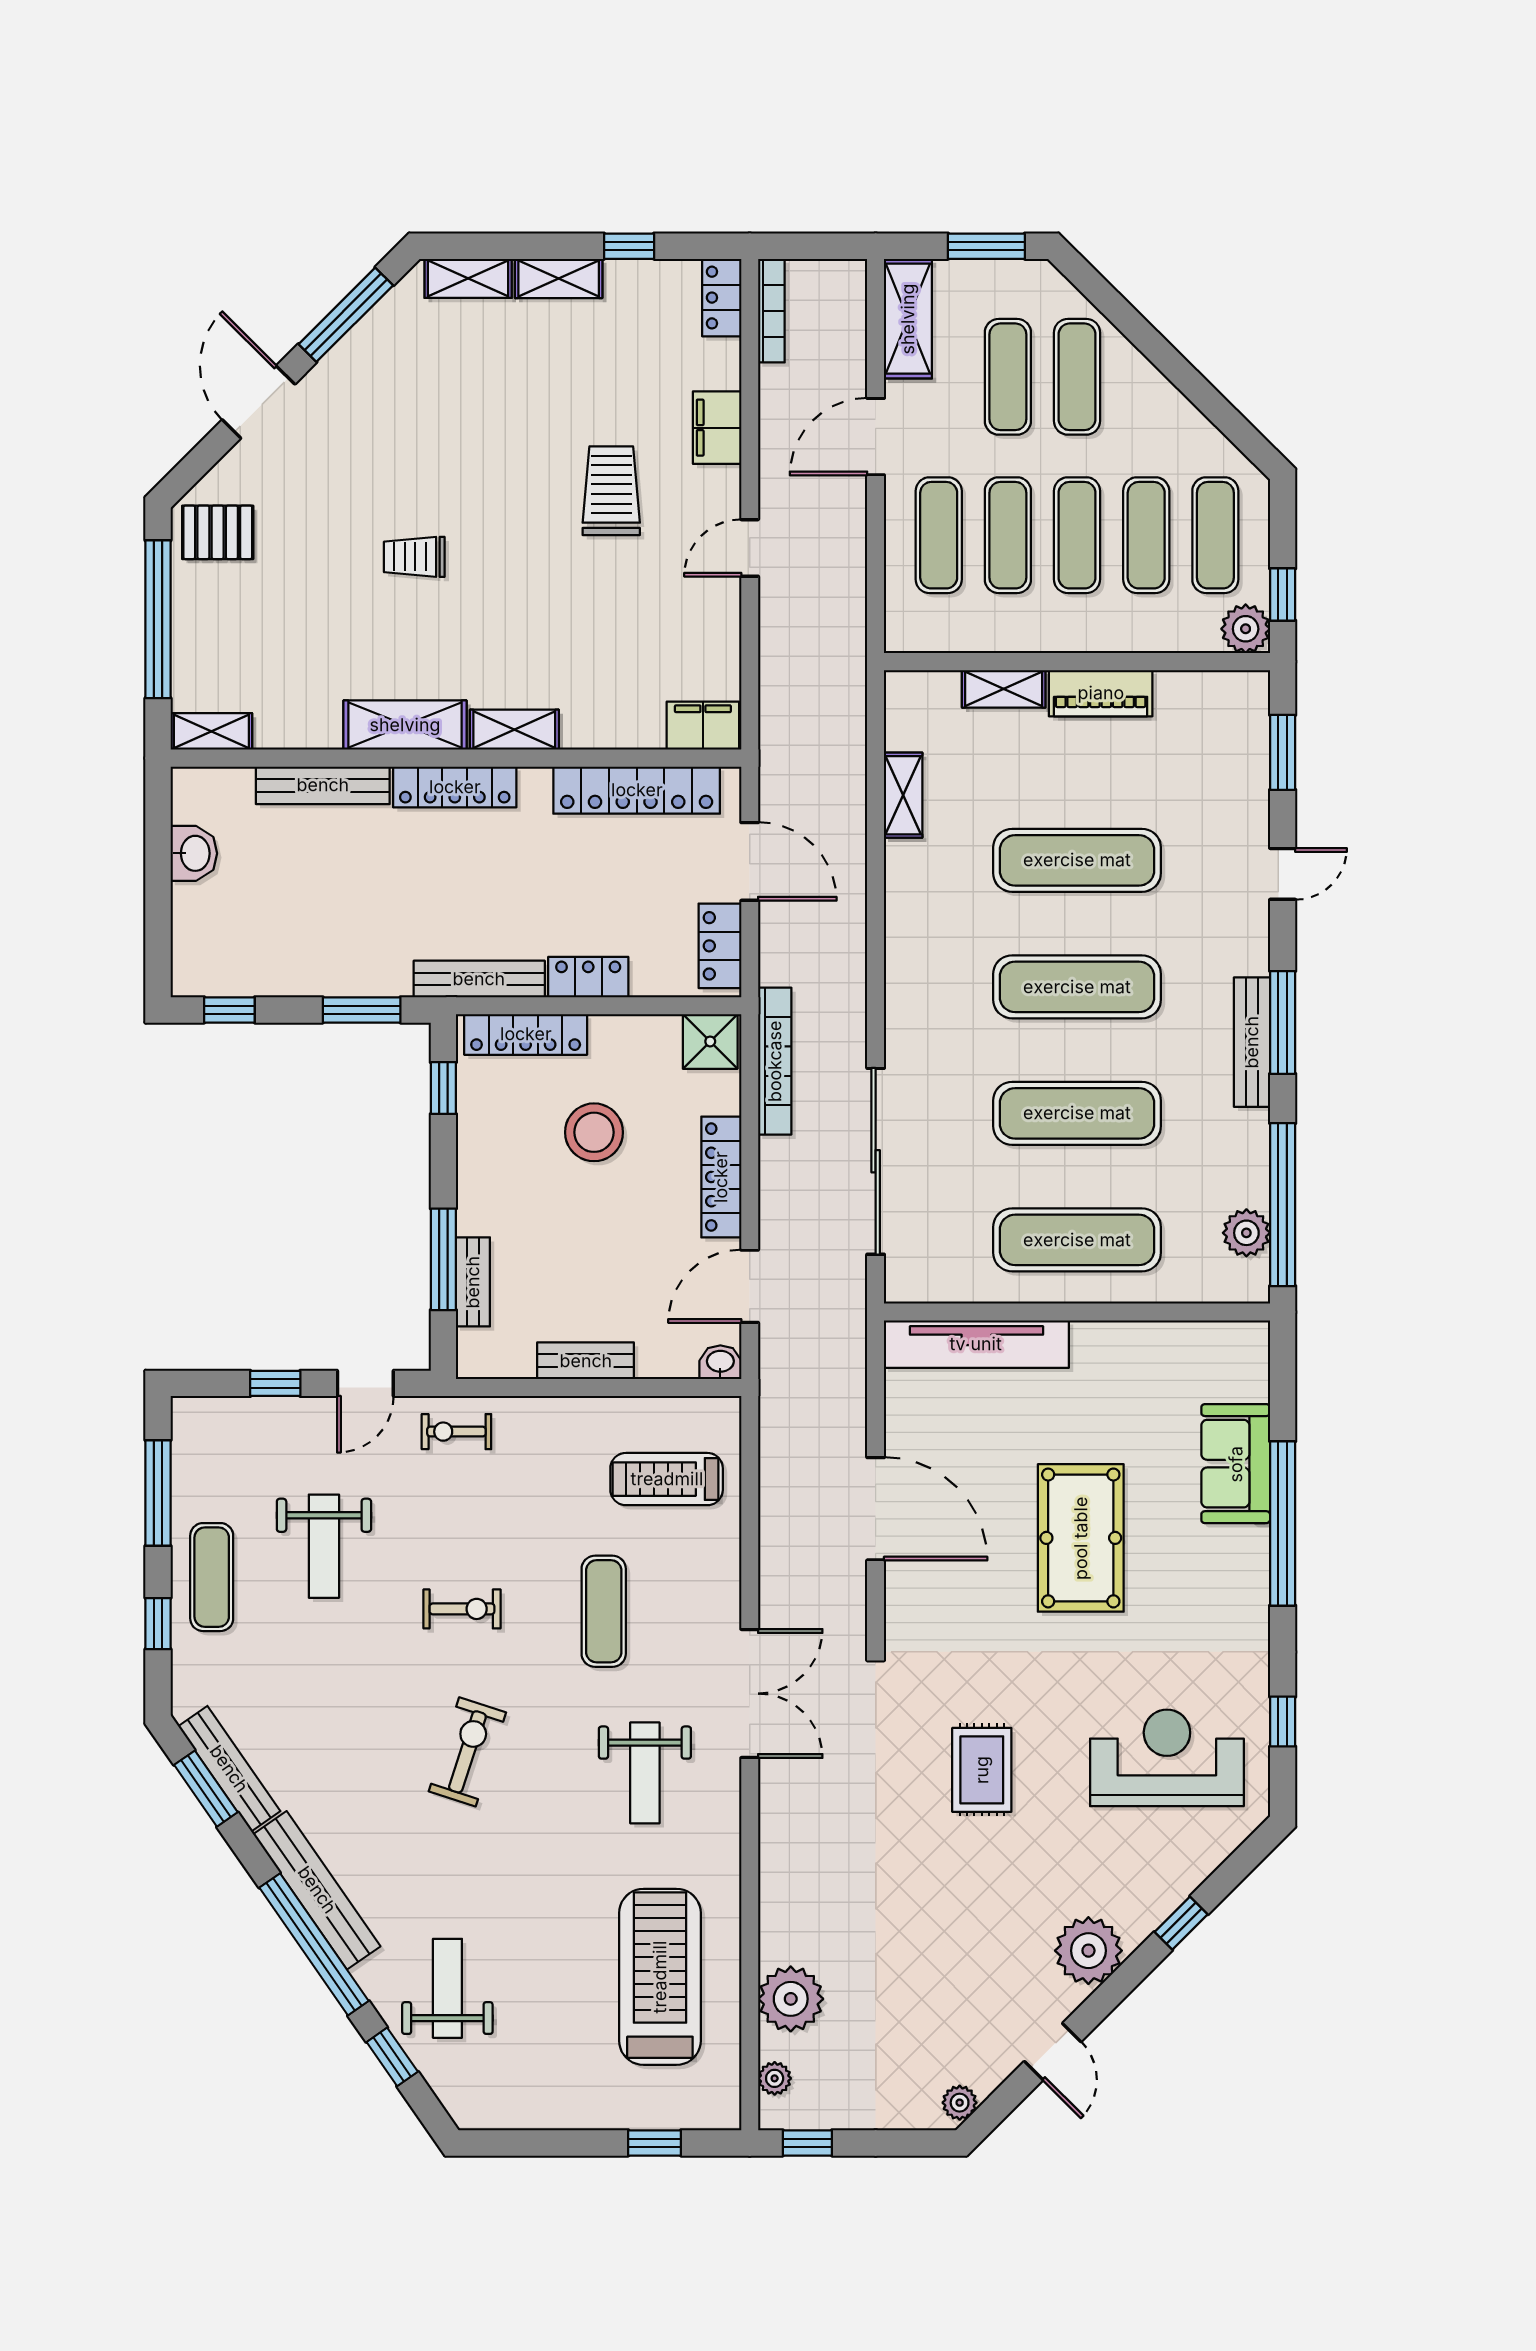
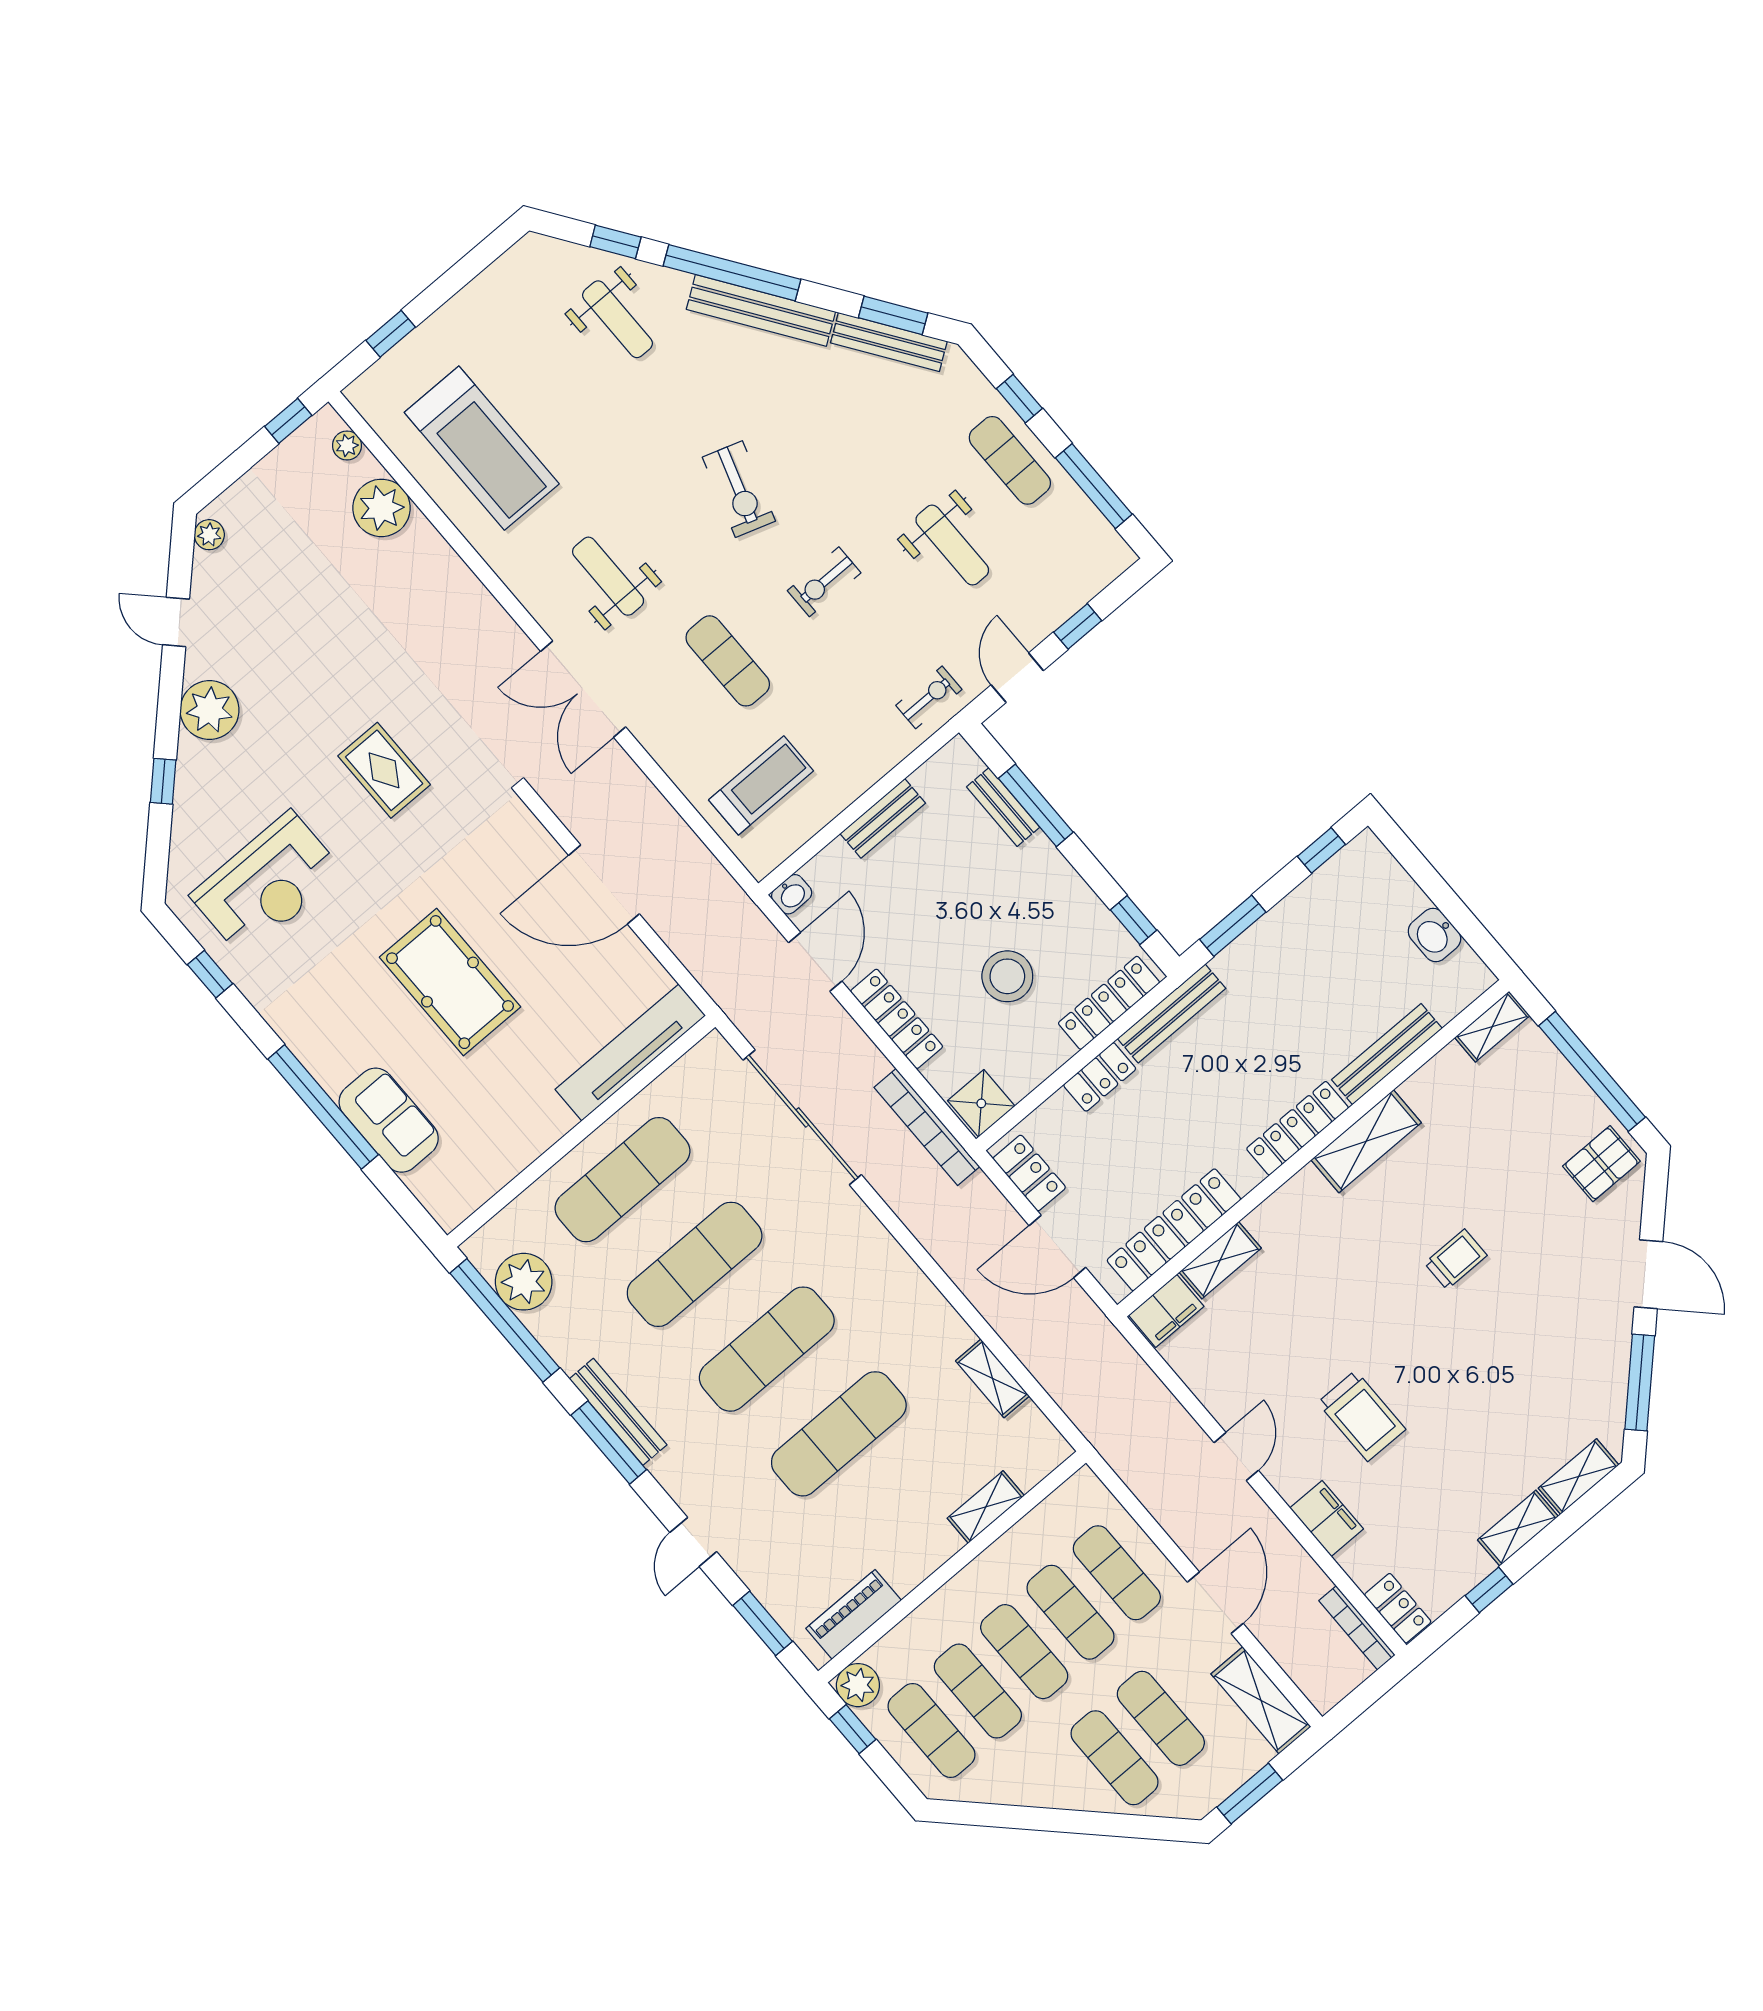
piano: (1101, 693) -> (854, 1614), moved
shelving: (514, 730) -> (1220, 1260), moved
plant: (1246, 1233) -> (524, 1282), width x1.36, depth x1.36
weight bench: (324, 1546) -> (952, 545), turned 180

